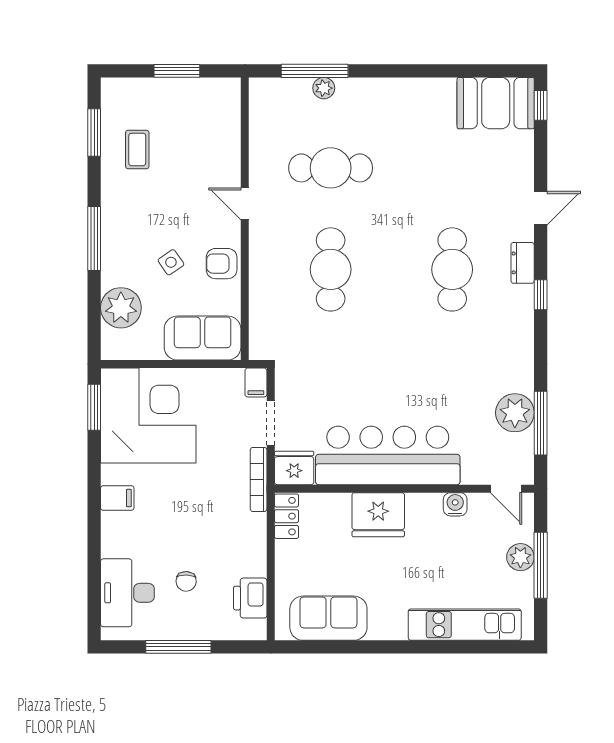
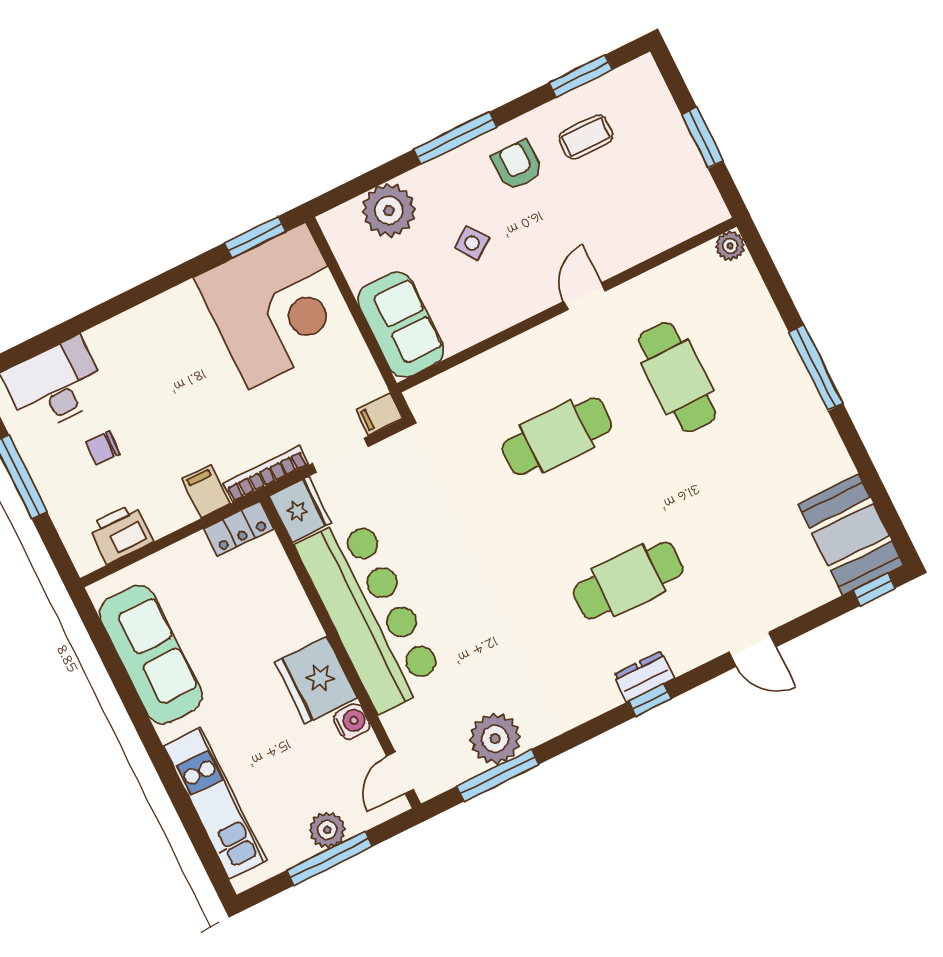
window: (315, 71) -> (816, 368), moved
plant: (324, 88) -> (730, 246), moved
dresser: (523, 263) -> (644, 676), moved
armchair: (222, 264) -> (517, 165), moved
filing cabinet: (117, 498) -> (206, 491), moved, turned 180
fridge: (378, 515) -> (316, 680), moved
sofa: (328, 618) -> (151, 654), width x1.36

